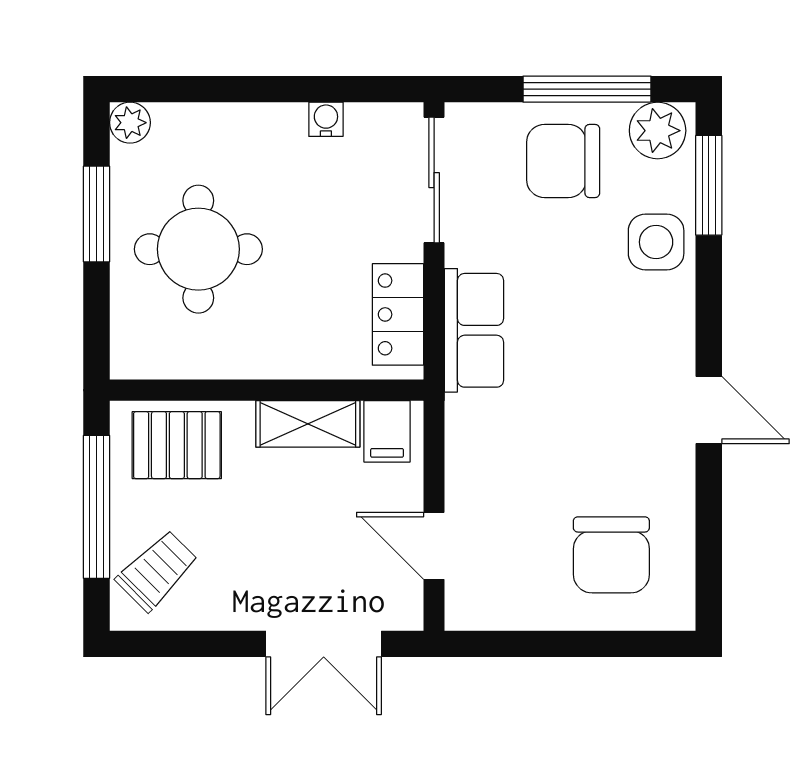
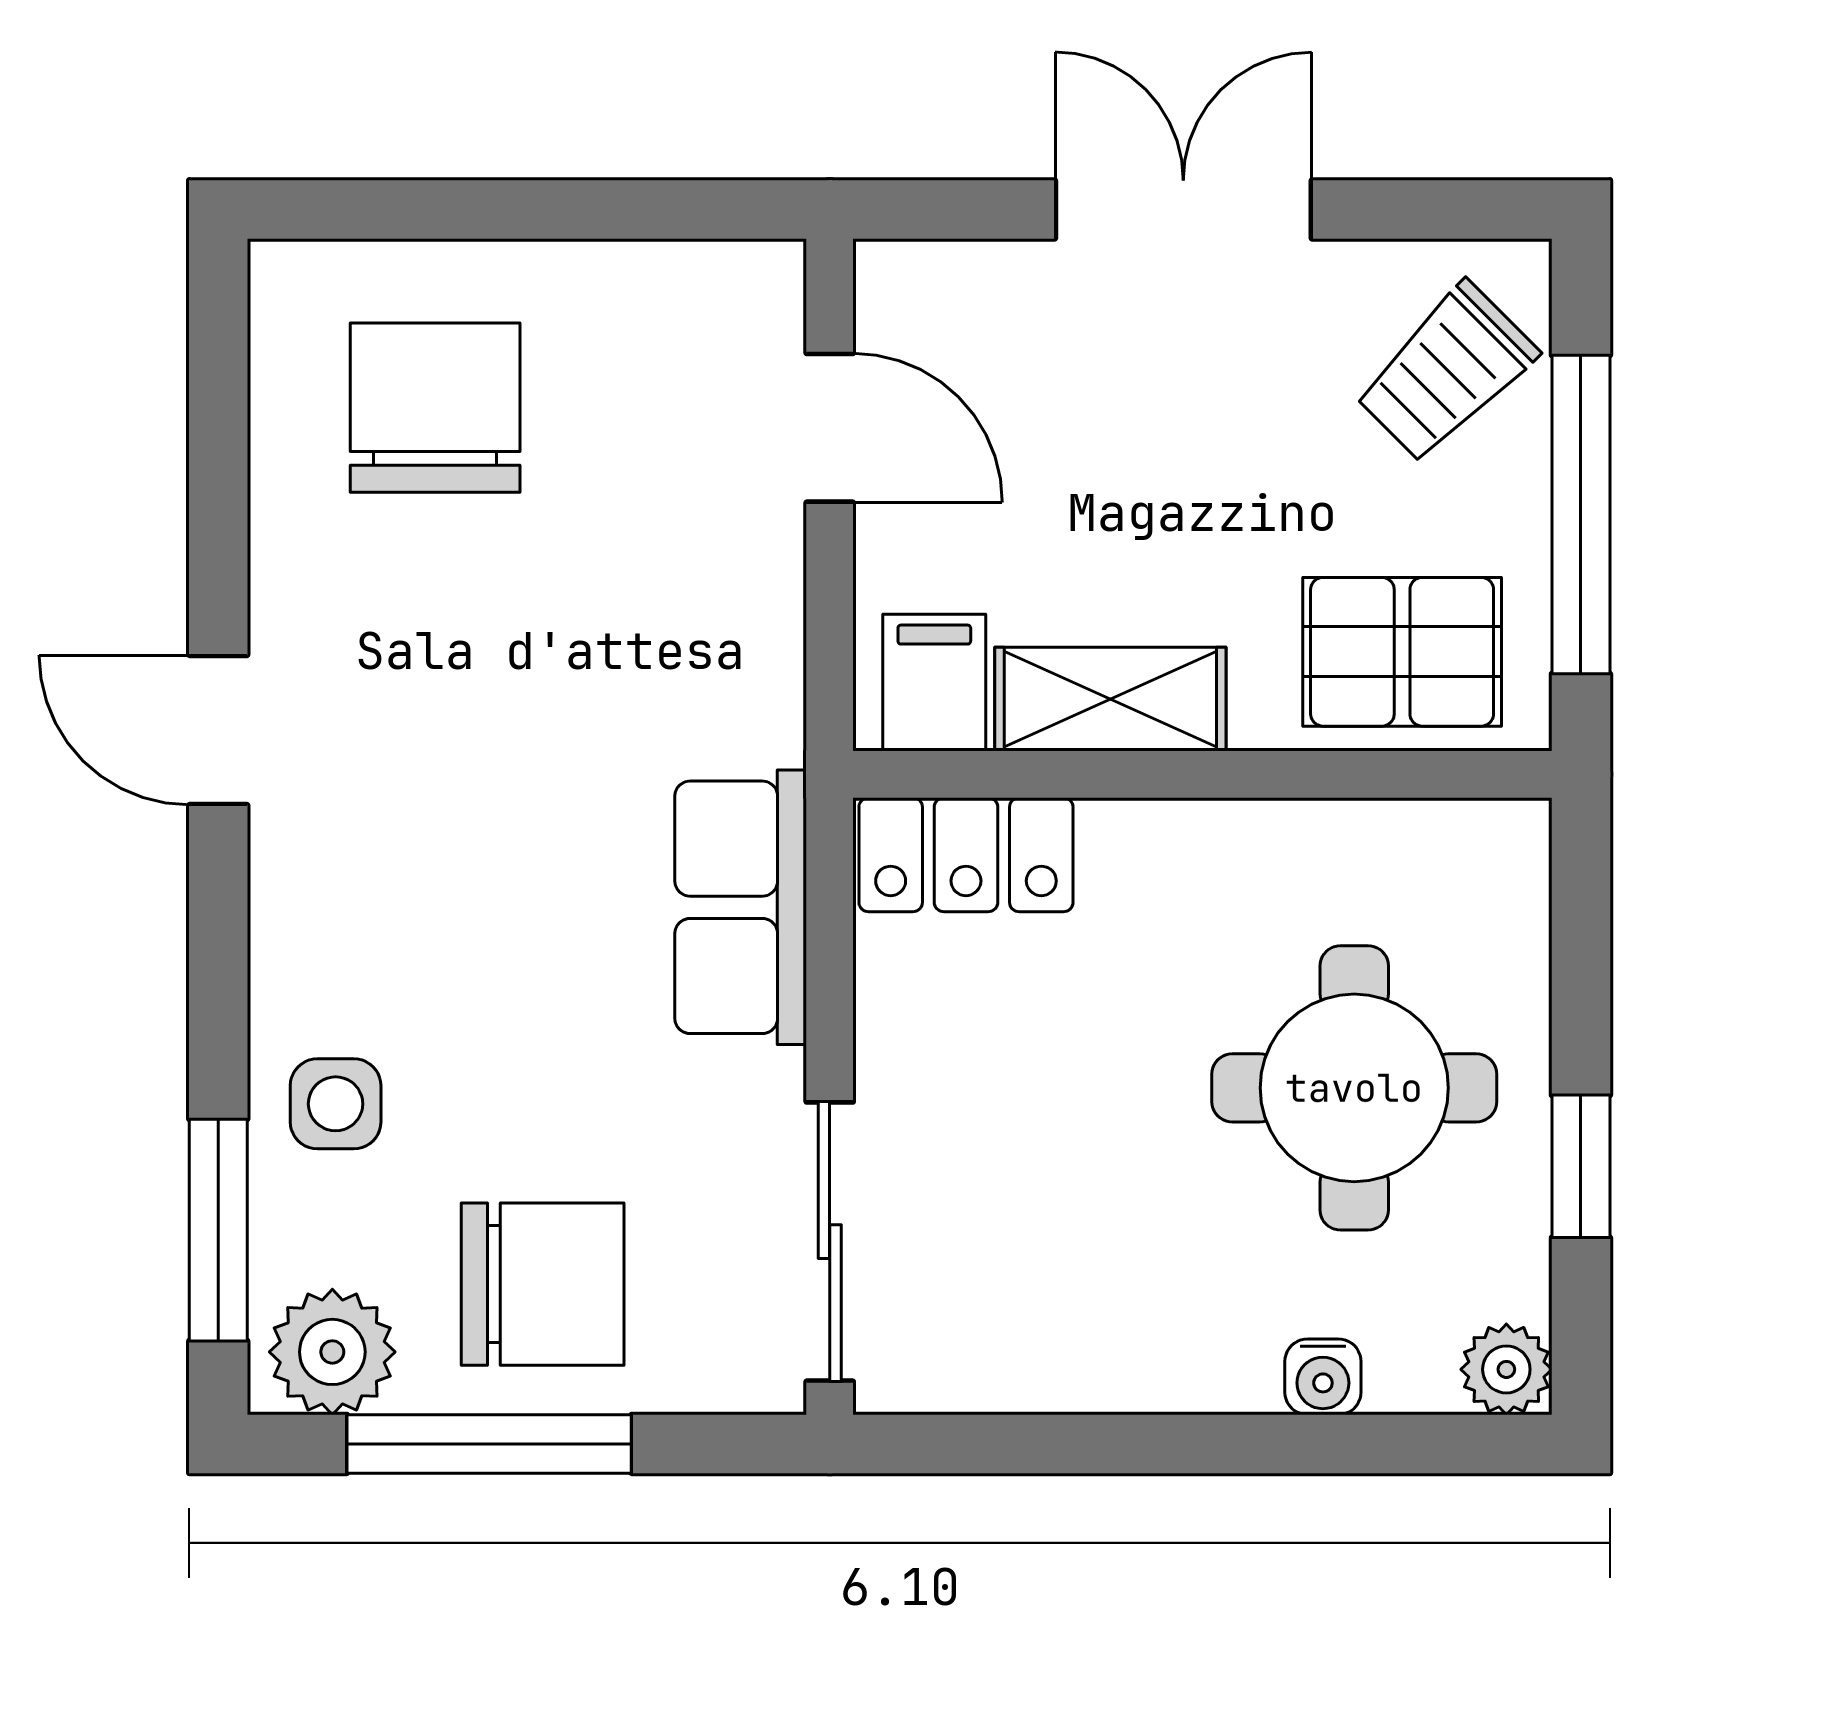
water cooler: (326, 119) -> (1323, 1377), moved
window: (96, 214) -> (1581, 1166), width x0.67
side table: (656, 242) -> (336, 1104), width x0.73, depth x0.73
locker: (398, 314) -> (966, 855), moved, turned 90
double door: (324, 644) -> (1183, 209), moved

